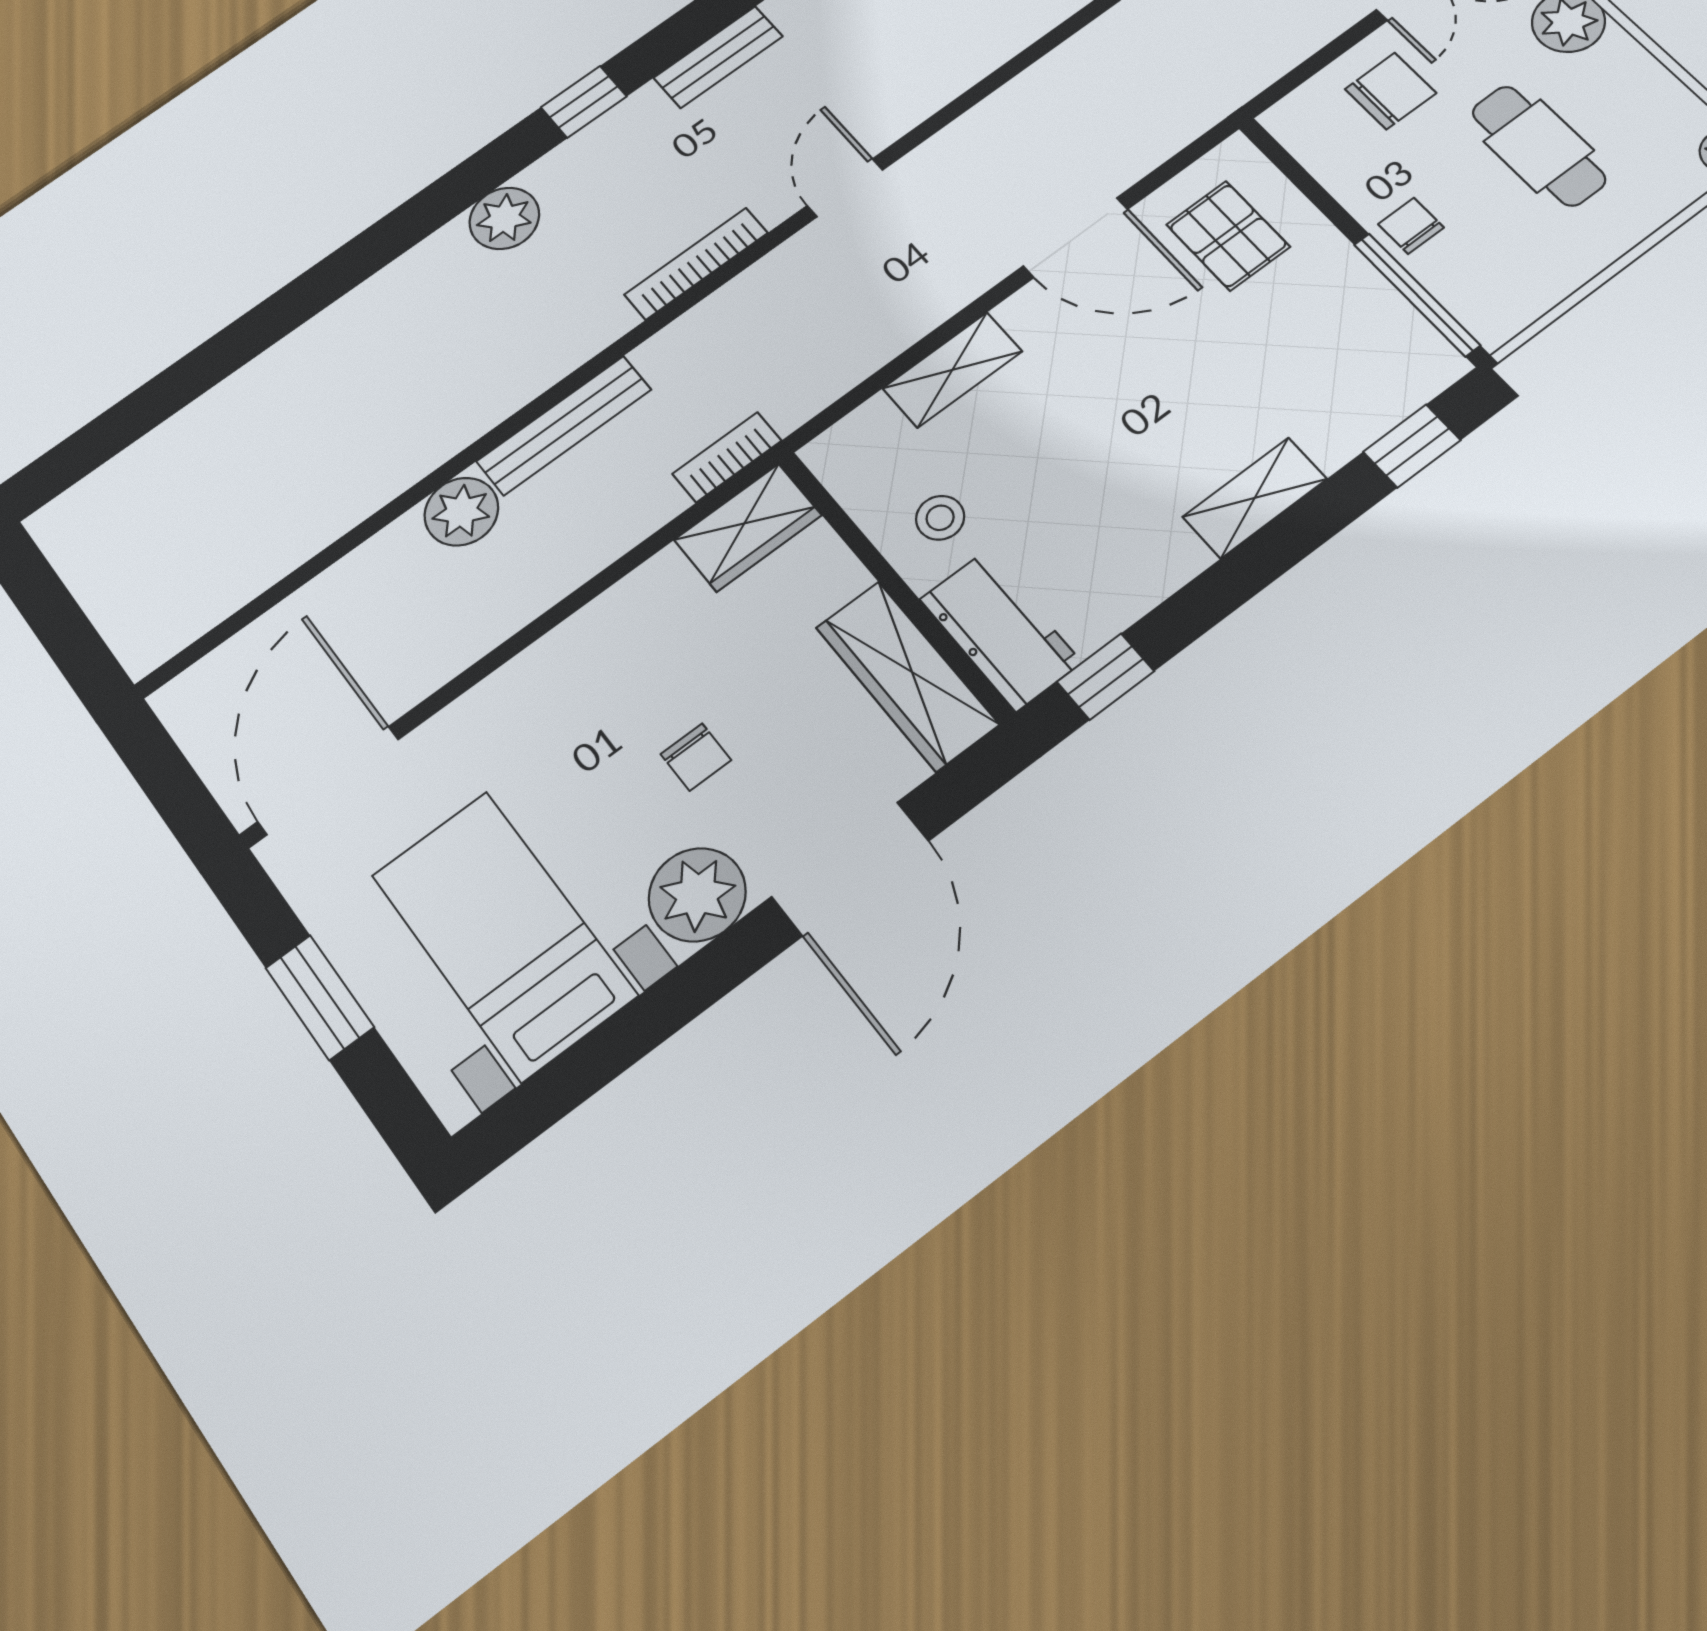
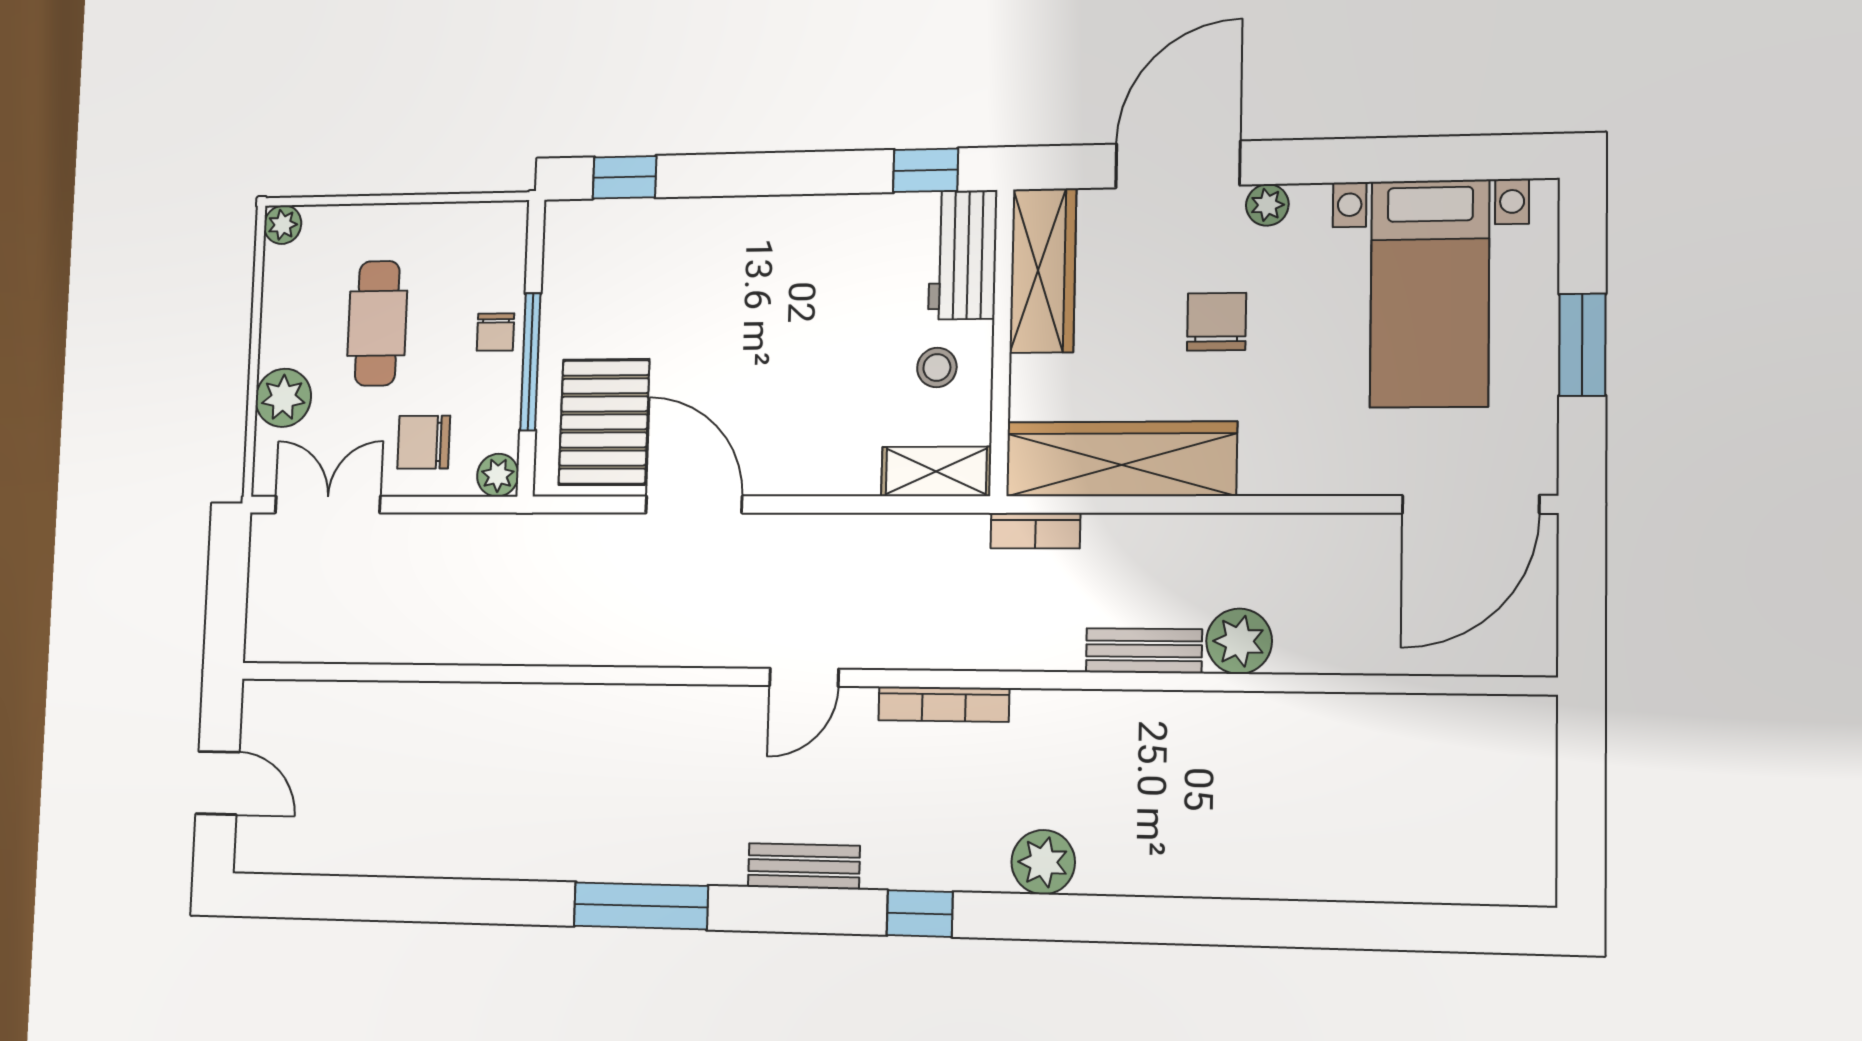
plant: (1290, 120) -> (498, 475), added
pallet: (1228, 236) -> (604, 422), width x1.50, depth x1.42
window: (1417, 295) -> (530, 362), moved
shelving: (952, 370) -> (936, 471), moved
bench: (564, 425) -> (1144, 651), width x0.73
shelving: (1255, 498) -> (742, 219), removed
wardrobe: (748, 528) -> (1121, 459), width x2.10, depth x1.17
chair: (696, 757) -> (1217, 322), width x1.37, depth x1.37
plant: (697, 895) -> (1267, 205), width x0.53, depth x0.53

